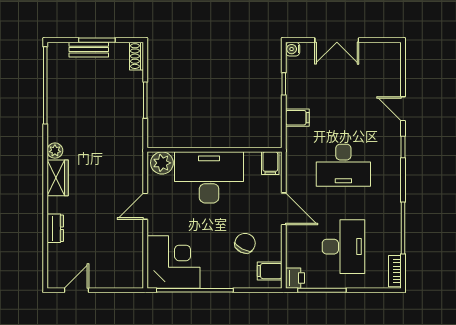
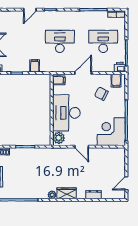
desk: (343, 165) -> (60, 41), turned -90
door: (76, 290) -> (126, 183), hinge flipped

